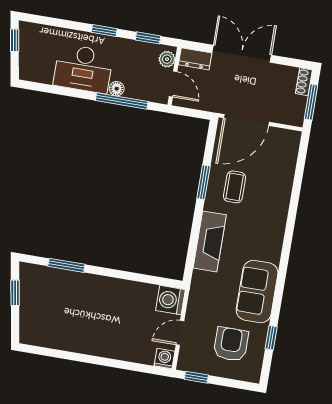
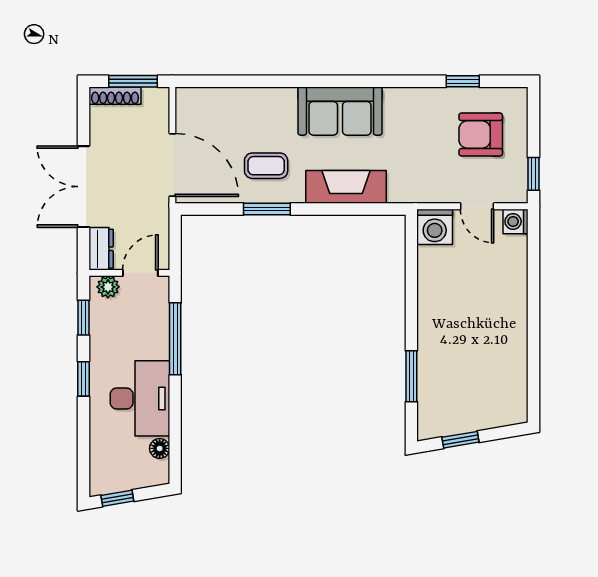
shoe rack: (304, 82) -> (115, 96), width x1.43
floor lamp: (117, 89) -> (160, 448), moved
sofa: (257, 291) -> (340, 111), moved

